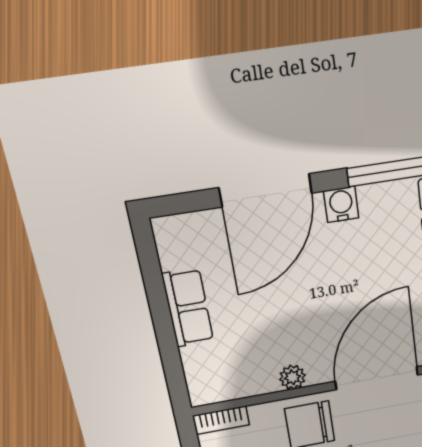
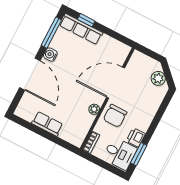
door: (377, 378) -> (116, 83), hinge flipped

